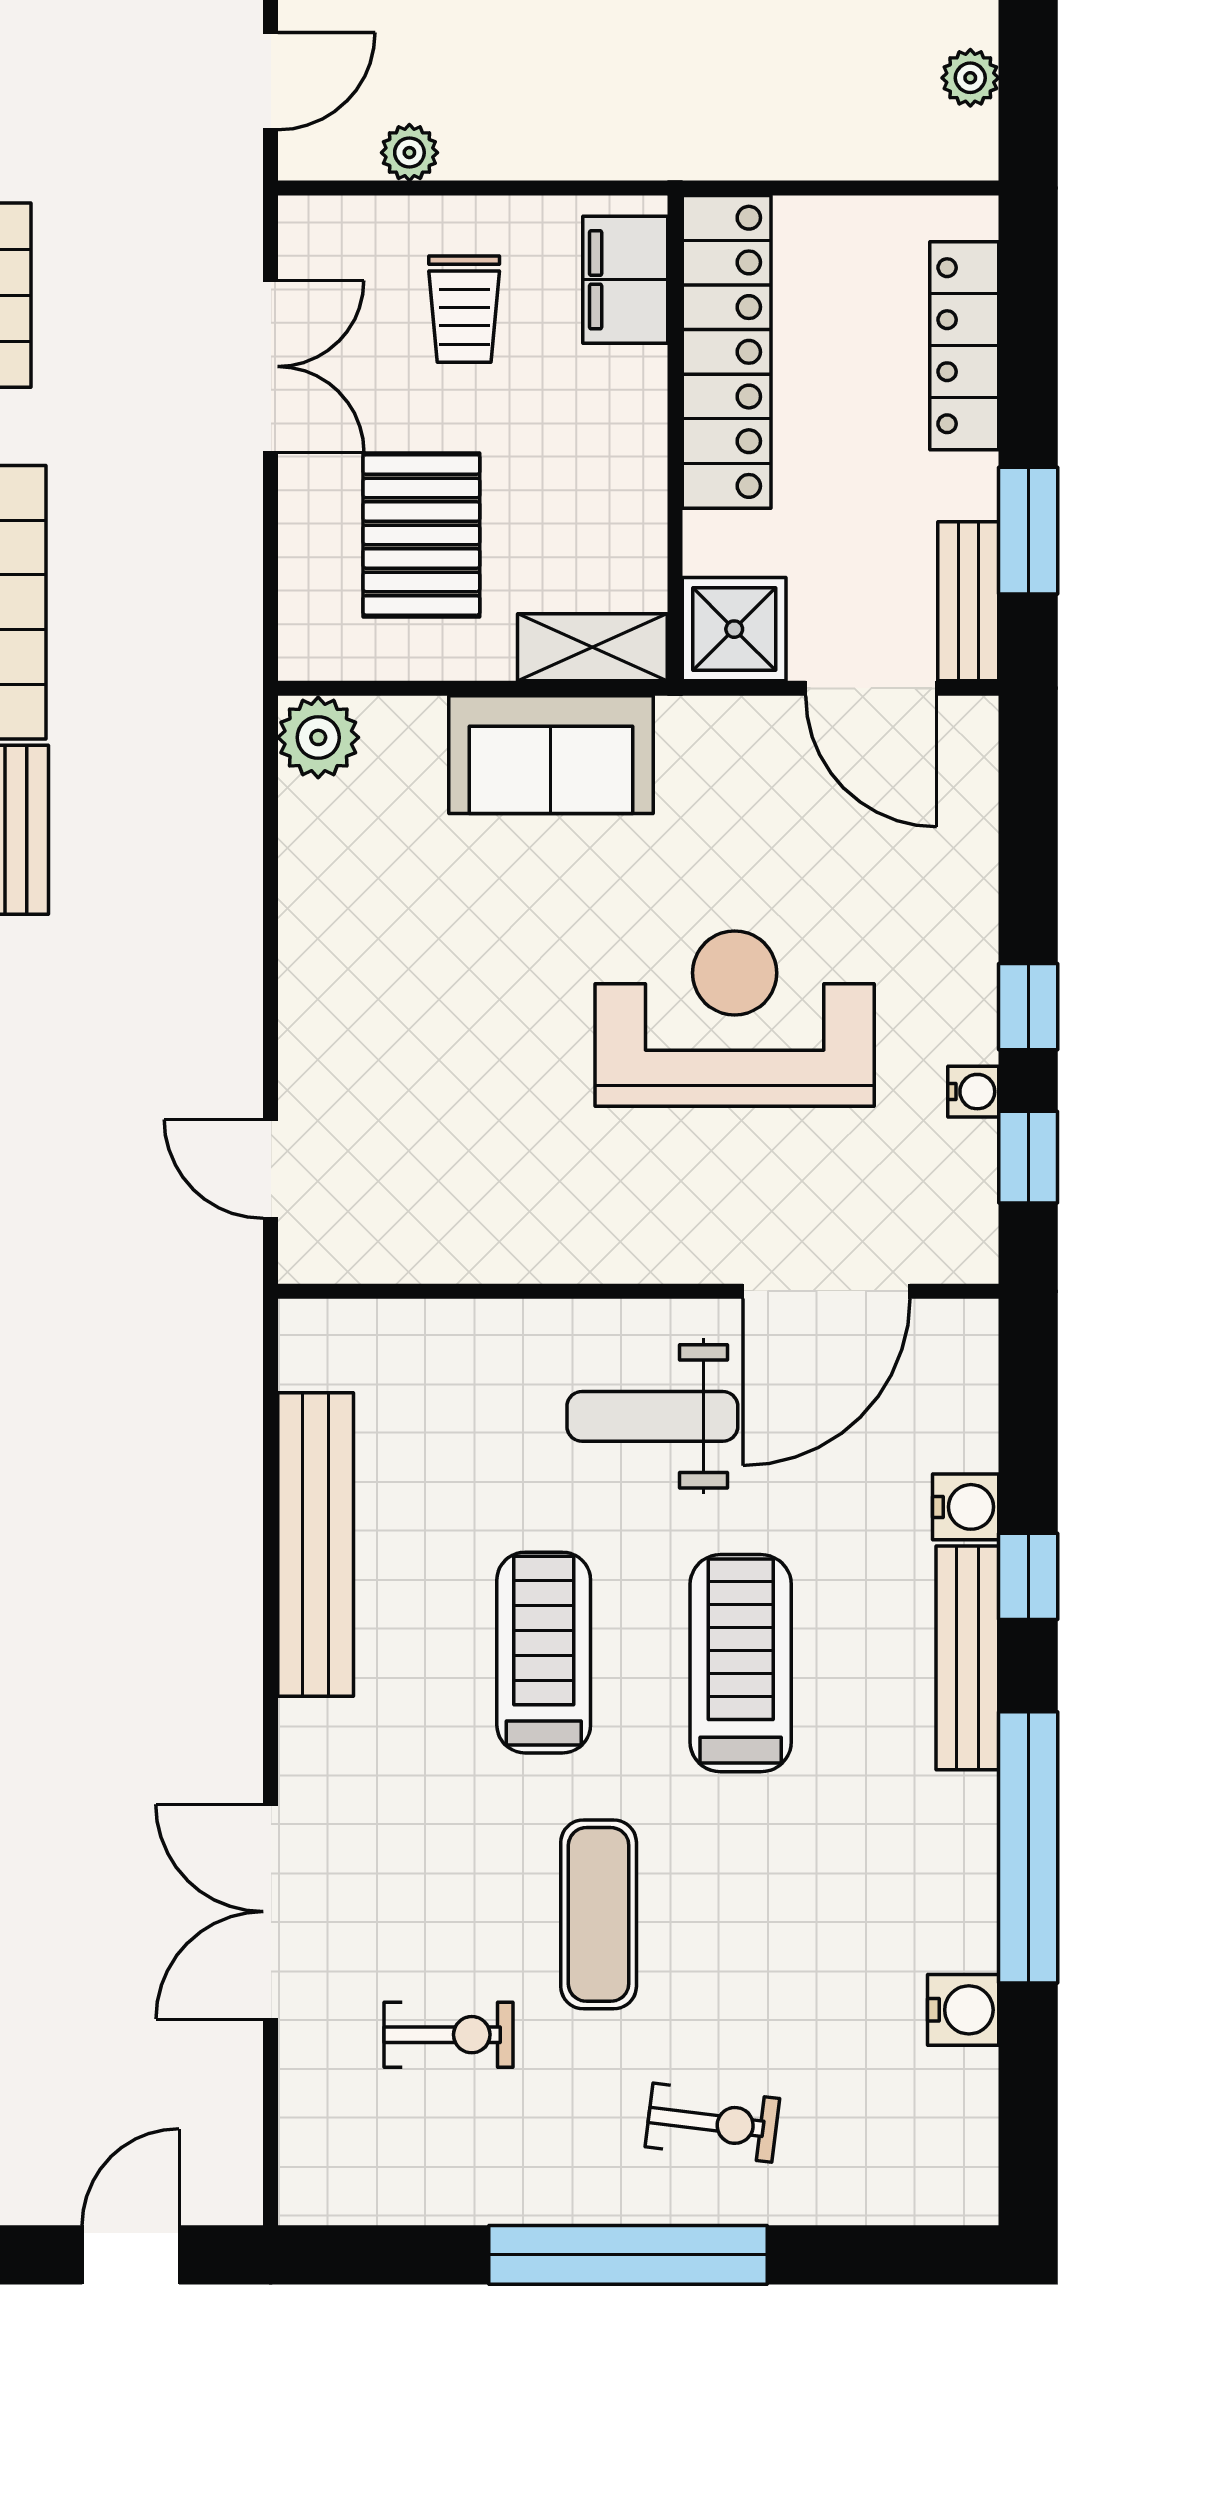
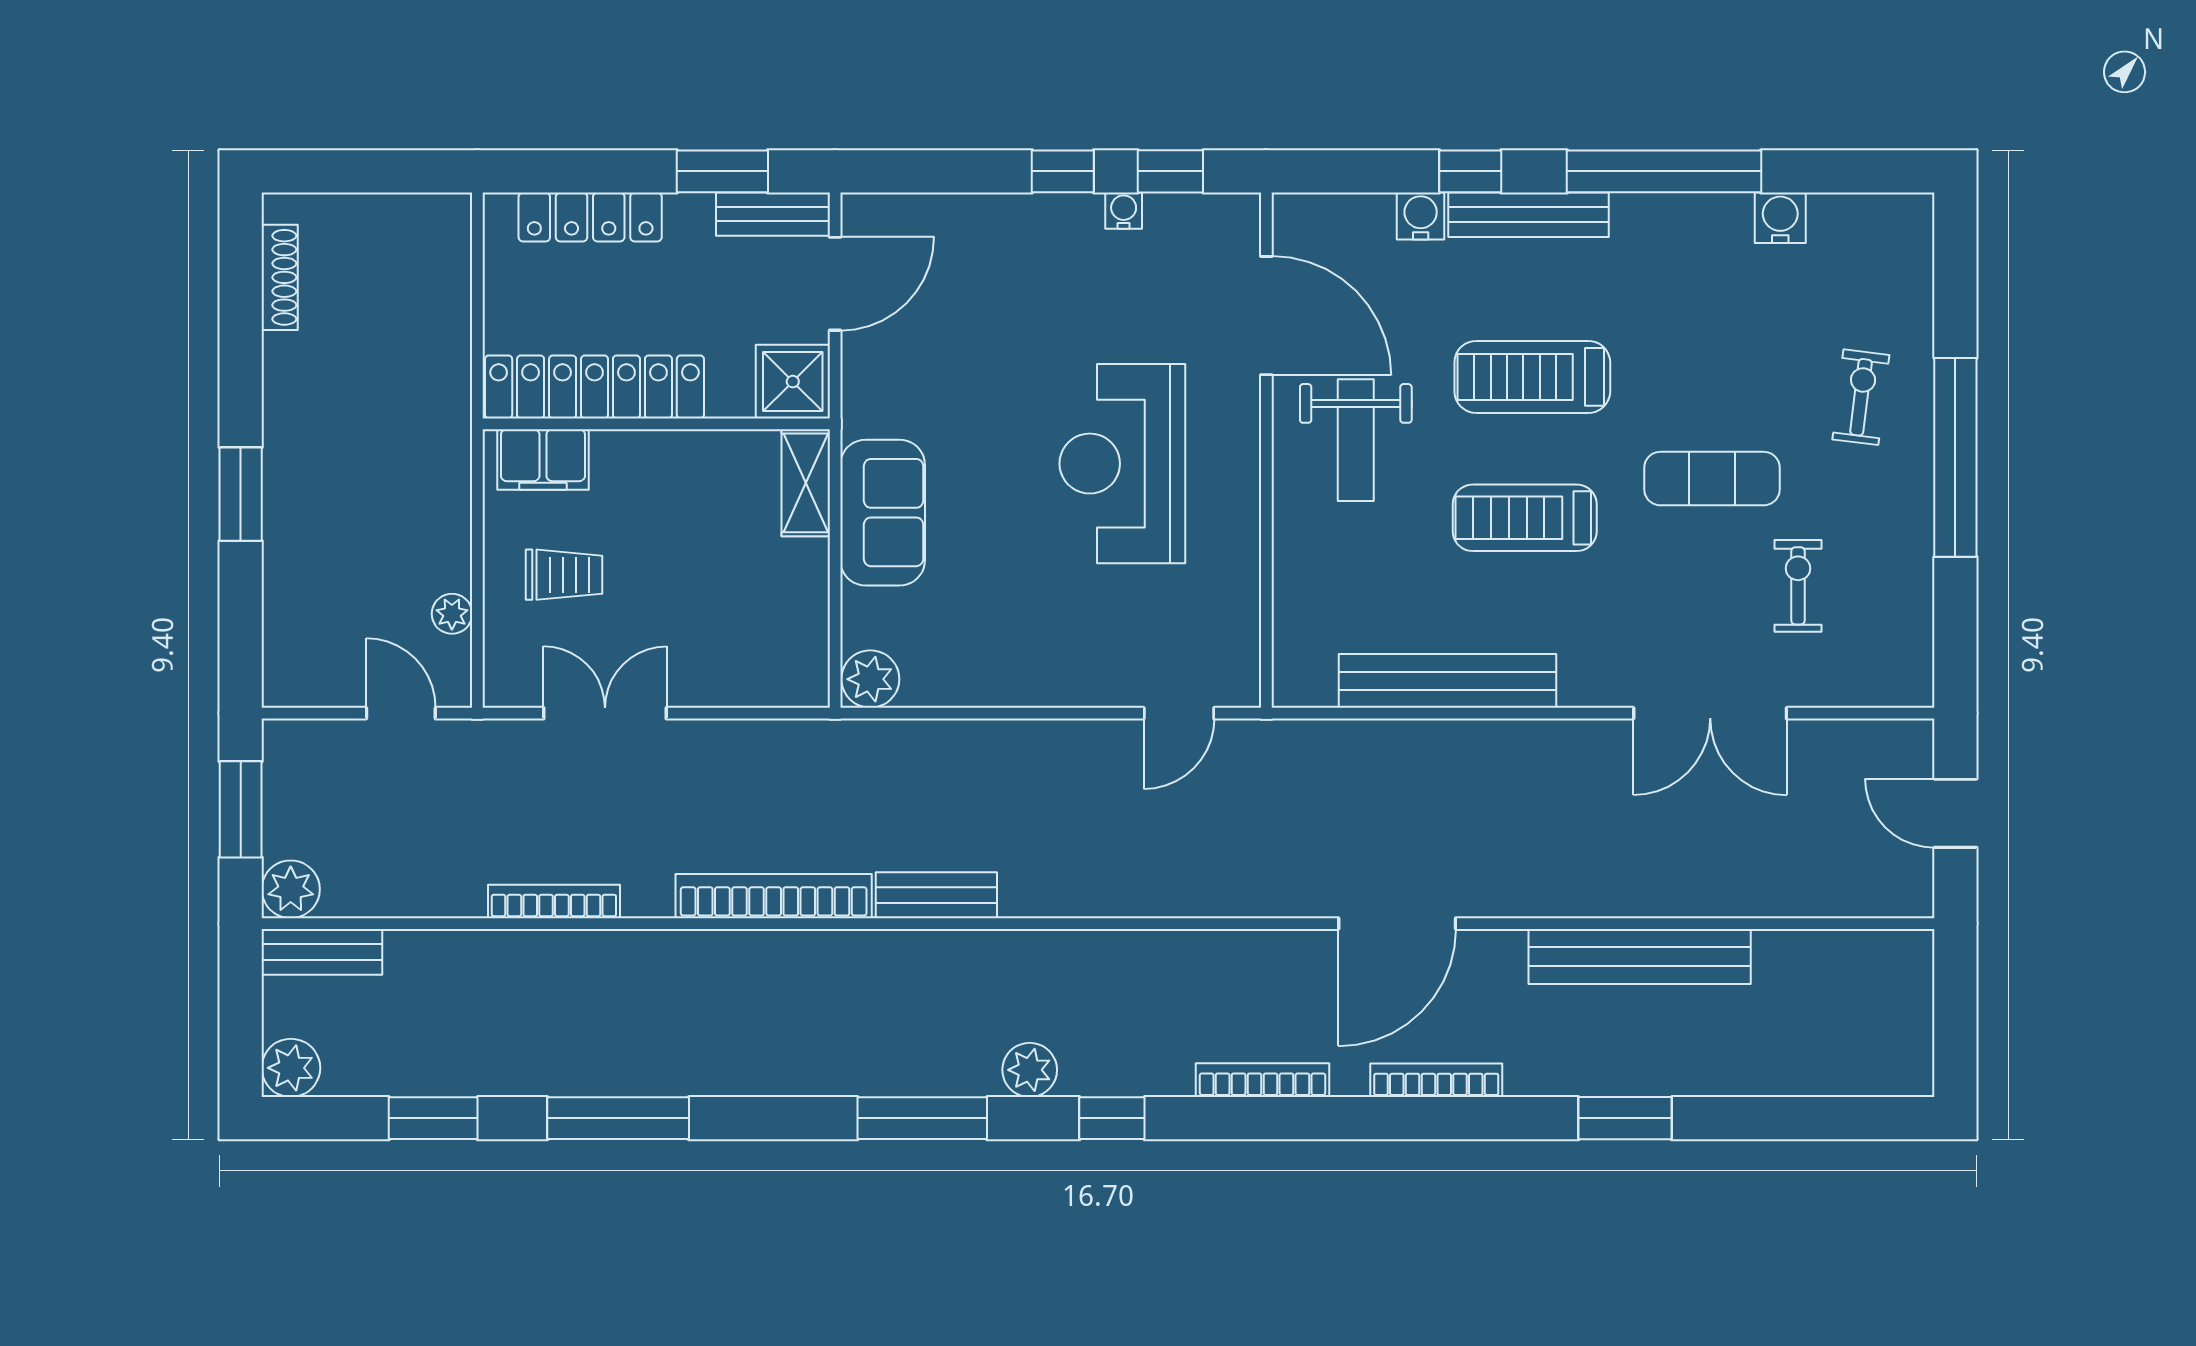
plant: (970, 78) -> (399, 213), removed
pallet: (421, 535) -> (725, 605), removed
reception desk: (735, 1019) -> (1122, 464), moved

